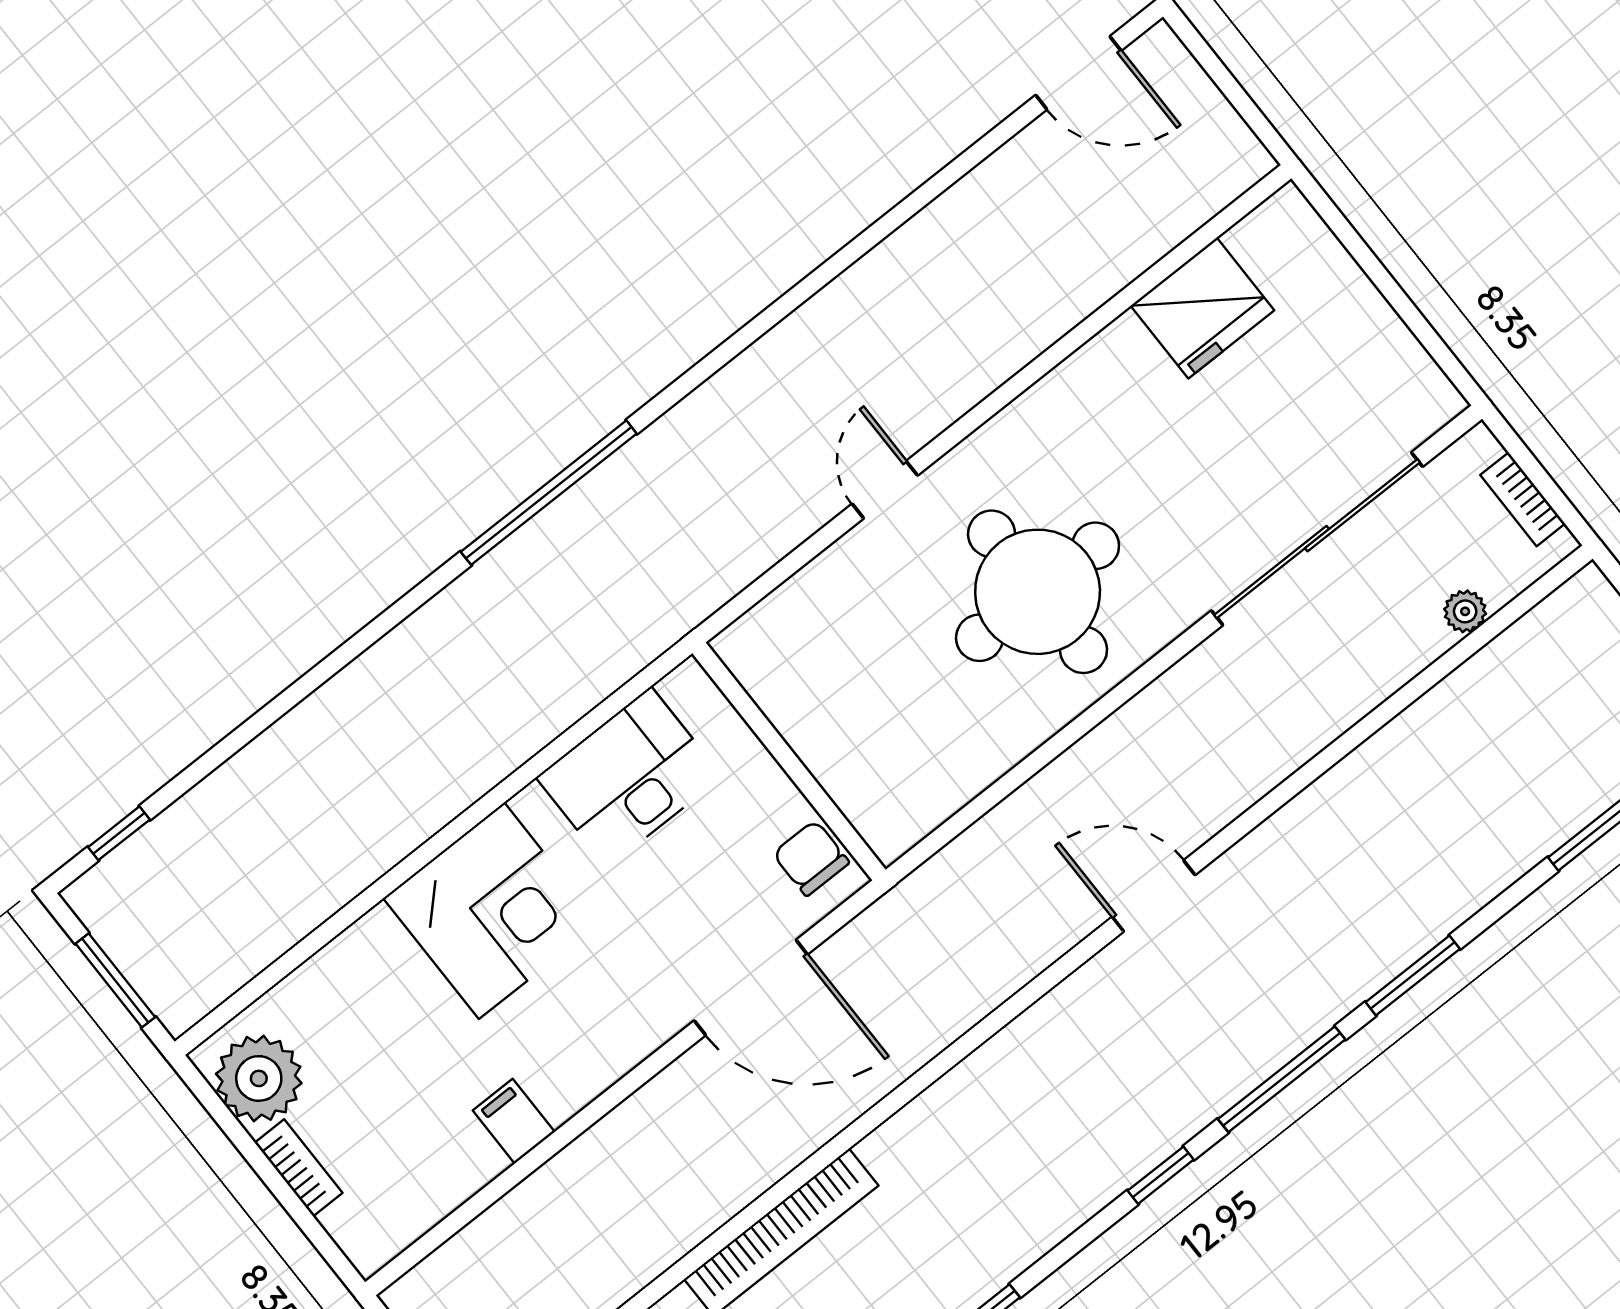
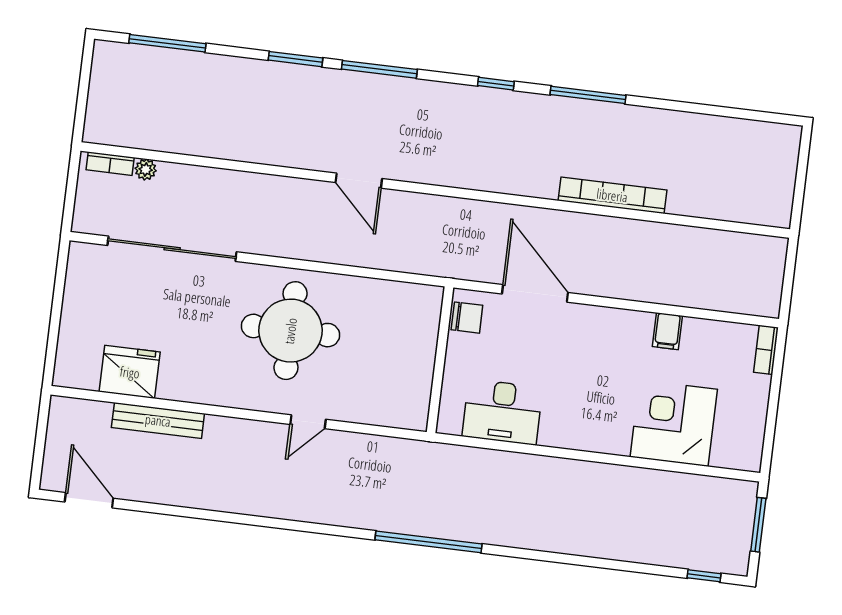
bench: (1095, 281) -> (158, 420), added
bookcase: (1523, 499) -> (110, 164), moved, turned 90
chair: (811, 858) -> (467, 318), turned -90
corner desk: (491, 911) -> (674, 423), moved
plant: (259, 1078) -> (743, 438), removed
bookcase: (299, 1168) -> (766, 350), moved
window: (1161, 1175) -> (496, 84), moved

